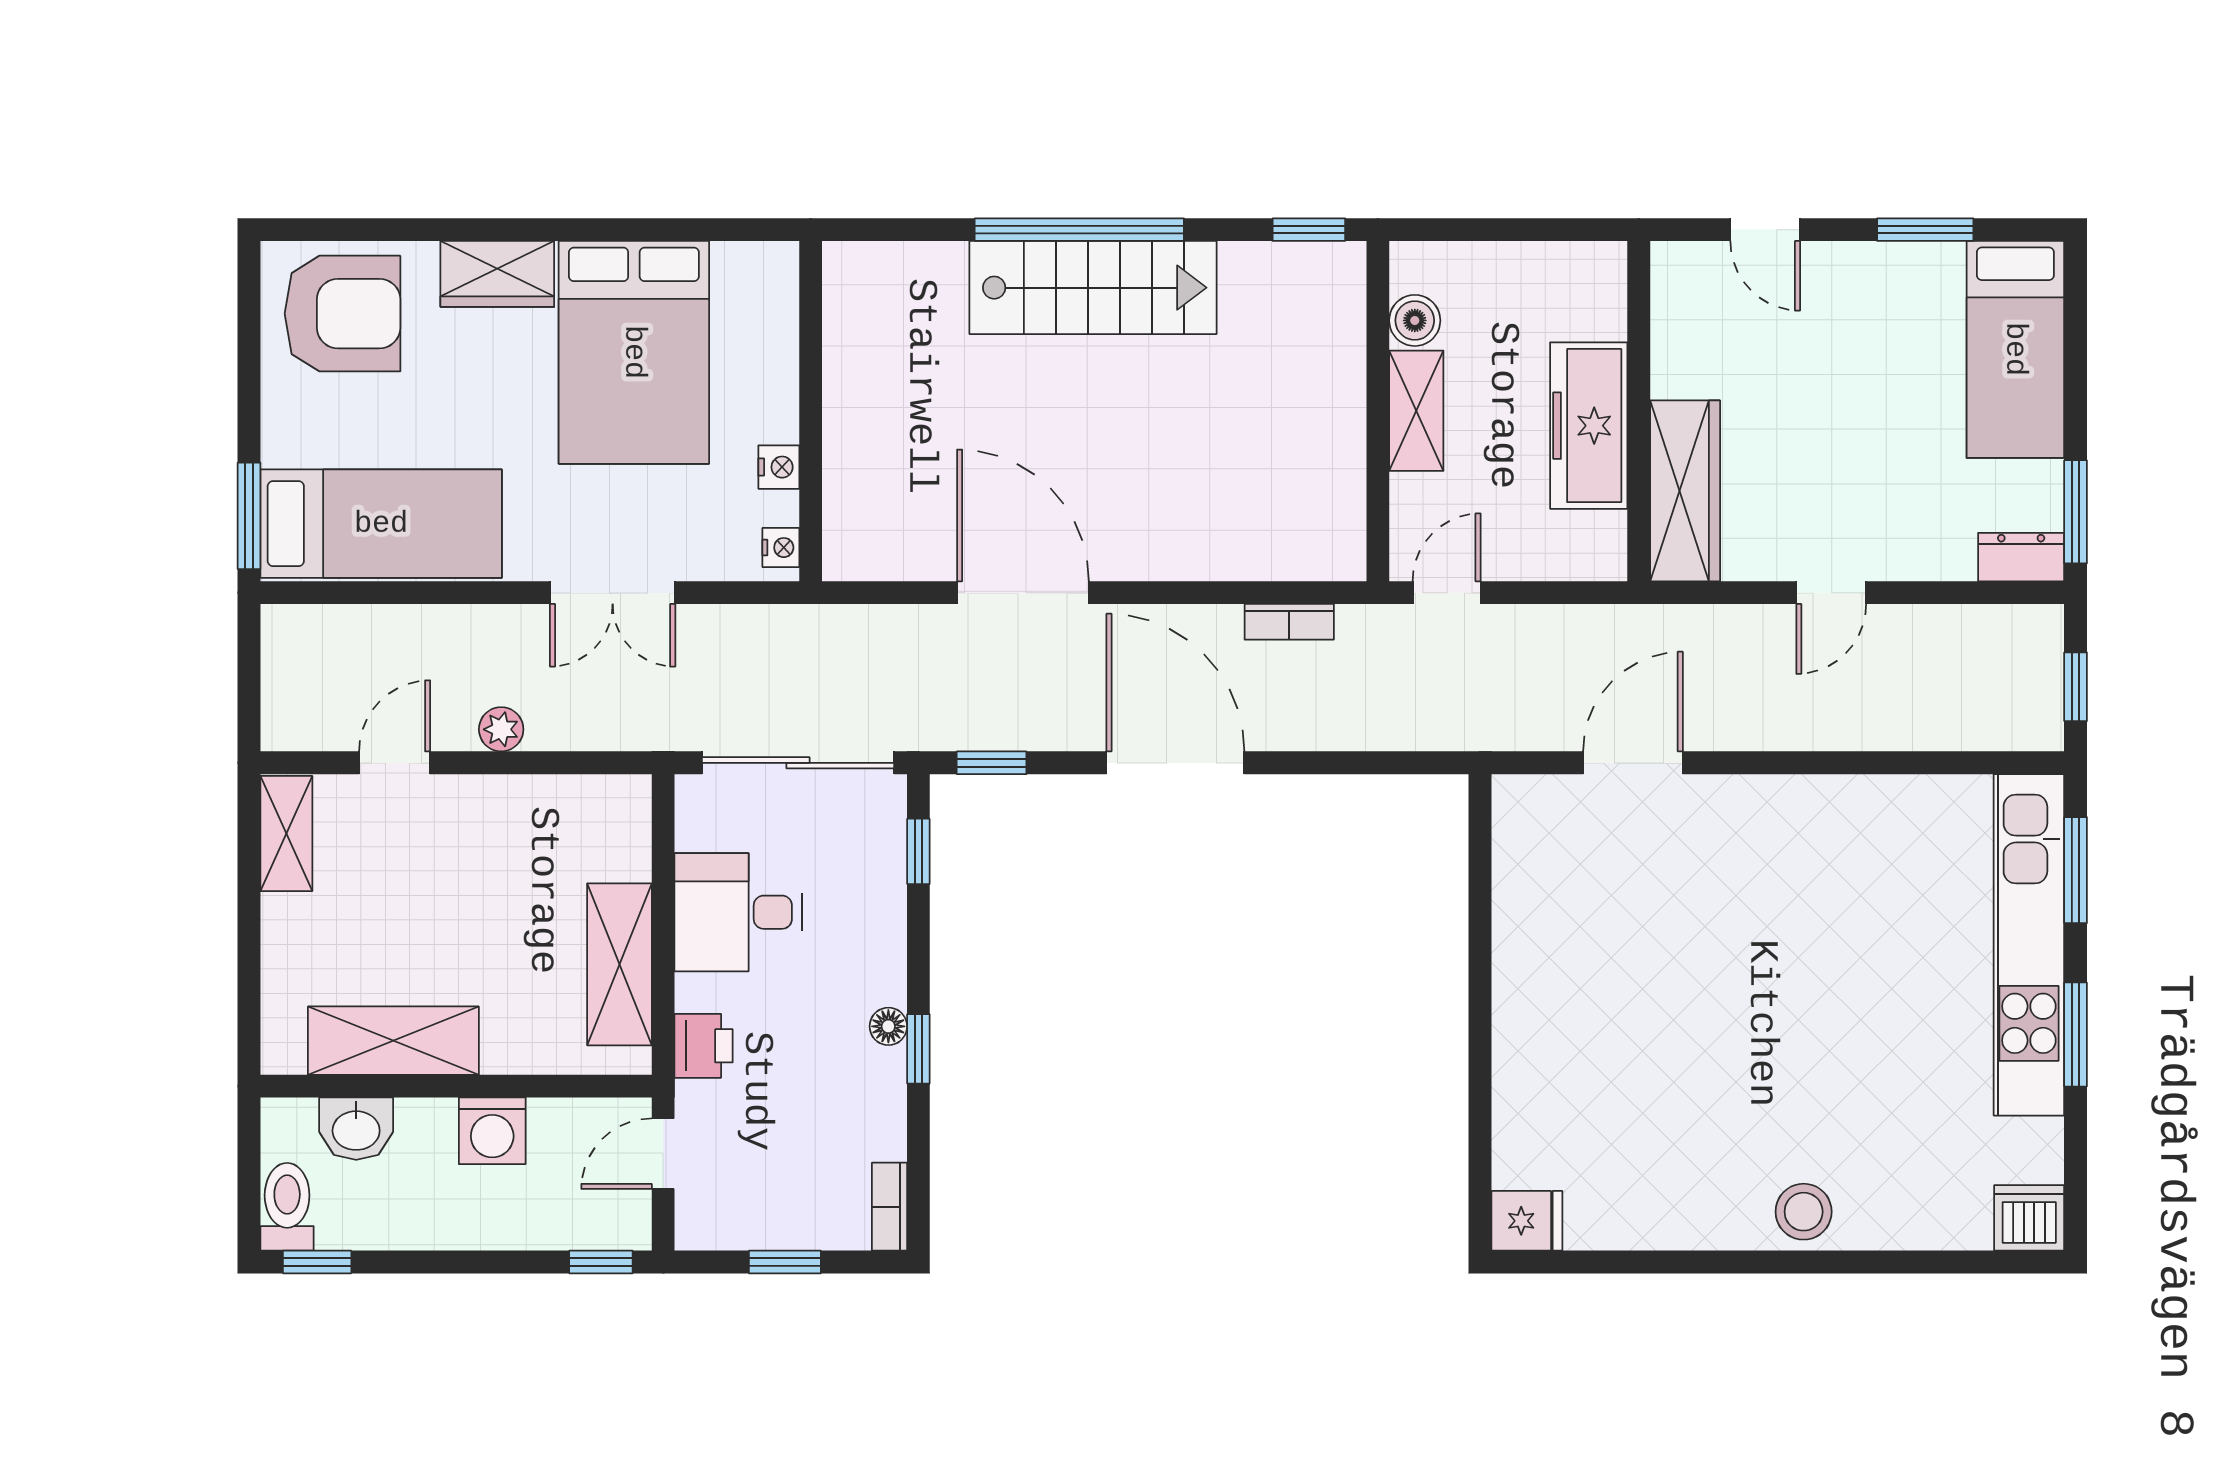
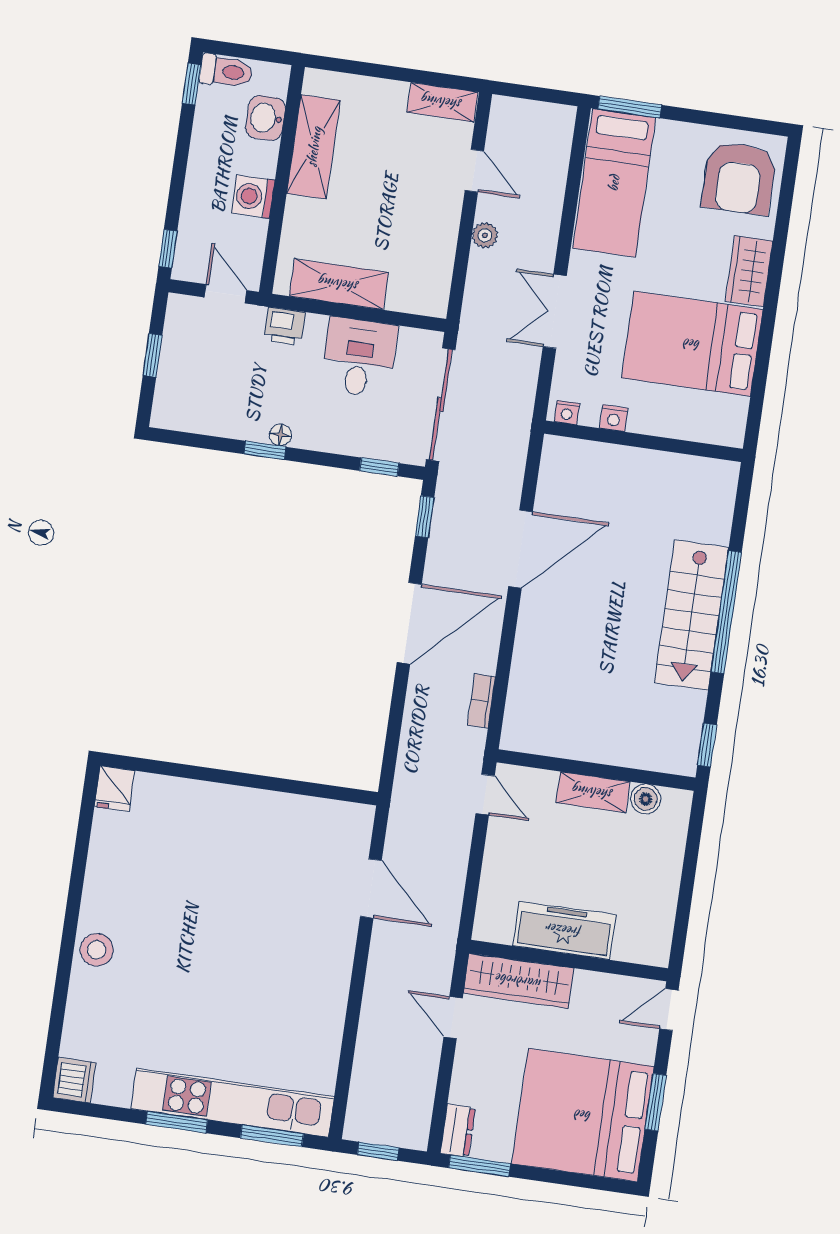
bed: (2015, 349) -> (583, 1115), width x2.04
wall: (1639, 411) -> (569, 961), moved
freezer: (1589, 426) -> (564, 930), moved
wardrobe: (1685, 491) -> (519, 981), moved
bookcase: (889, 1207) -> (176, 420), removed

